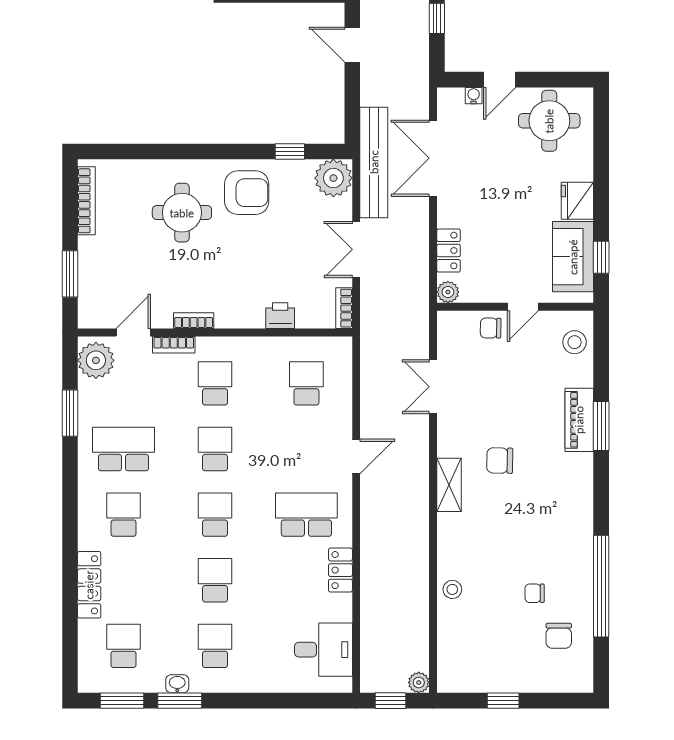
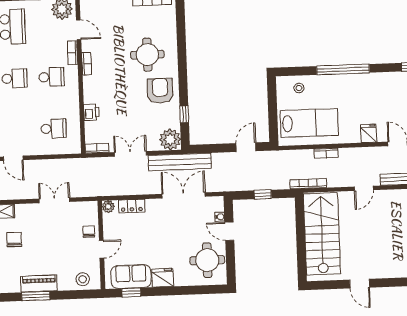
armchair: (247, 193) -> (160, 91), turned 180
door: (523, 307) -> (102, 249), swing flipped

